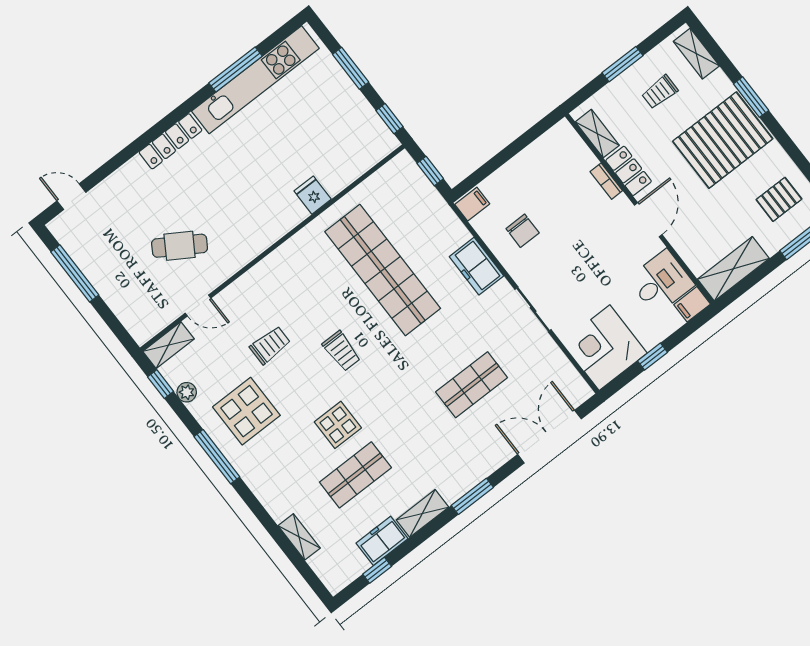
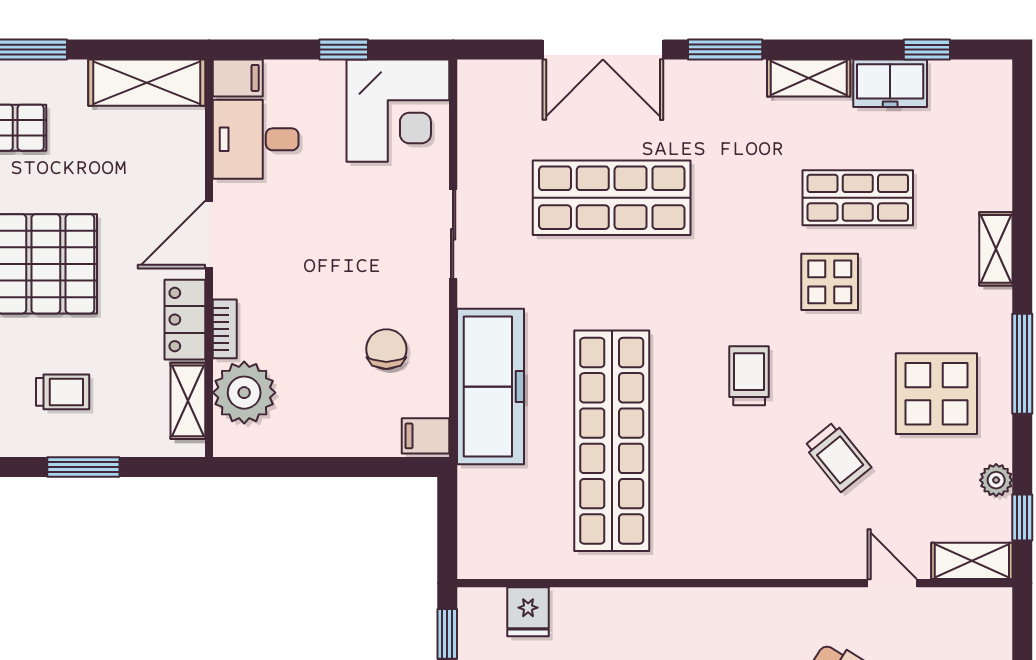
plant: (574, 158) -> (244, 393), added
window: (430, 171) -> (447, 523), removed
fridge: (313, 195) -> (528, 612), moved
freezer: (477, 266) -> (491, 387), width x1.91, depth x1.26
trolley: (270, 345) -> (838, 457), turned -129
shop shelf: (472, 385) -> (612, 198), width x1.43, depth x1.36
double door: (549, 437) -> (603, 49), moved
shelving: (299, 537) -> (996, 249), moved

